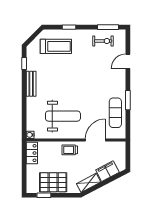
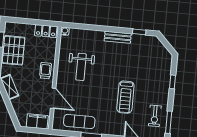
treadmill: (56, 46) -> (125, 97), moved
weight bench: (63, 116) -> (81, 67), width x0.73, depth x0.75
filing cabinet: (107, 171) -> (37, 121), moved, turned -62

